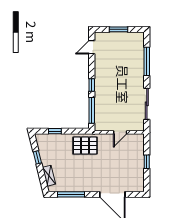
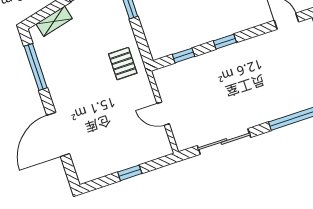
window: (92, 110) -> (184, 55), width x0.46
pallet: (85, 146) -> (123, 64), width x0.67, depth x0.71

